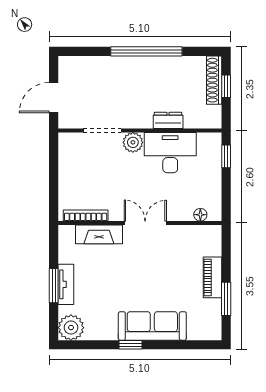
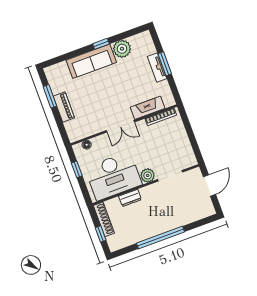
shoe rack: (214, 80) -> (104, 219), moved
desk: (170, 153) -> (113, 176), width x1.36, depth x1.30
window: (226, 156) -> (77, 169), moved
plant: (71, 328) -> (122, 49), moved

